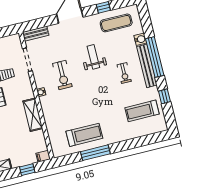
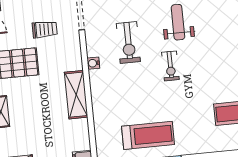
exercise bike: (124, 73) -> (170, 66), moved

